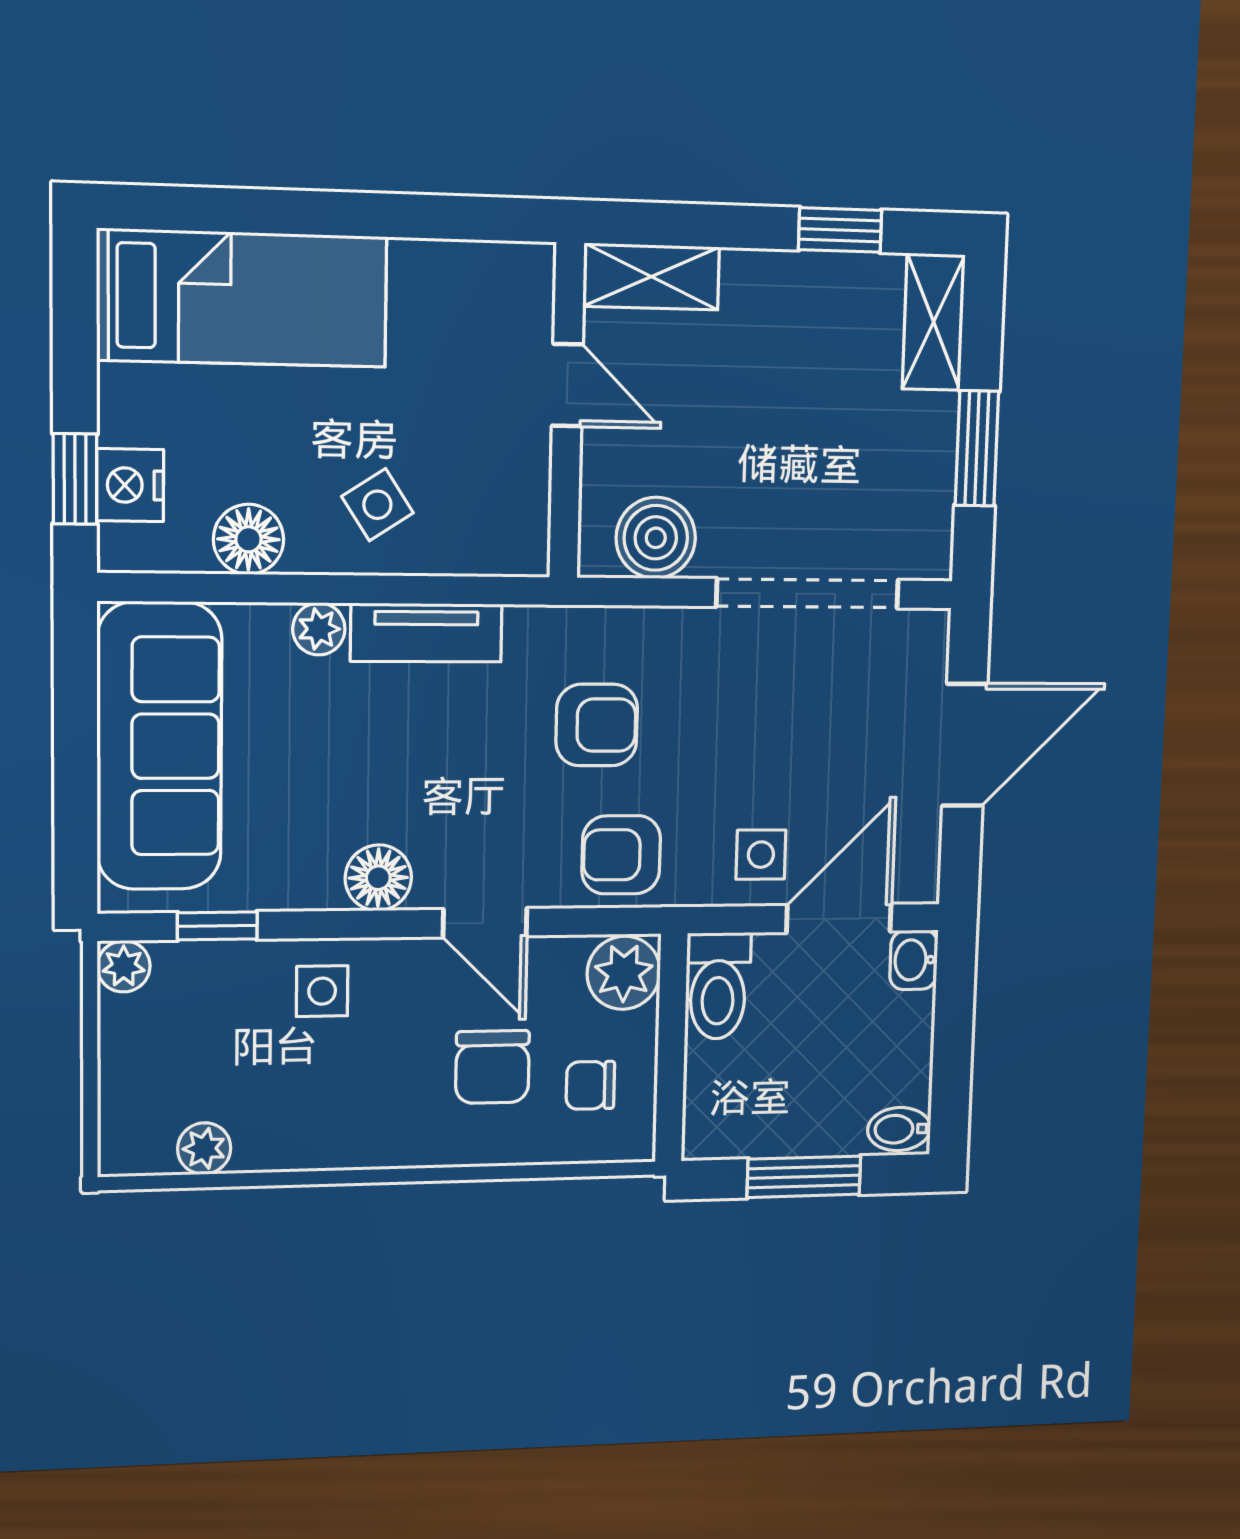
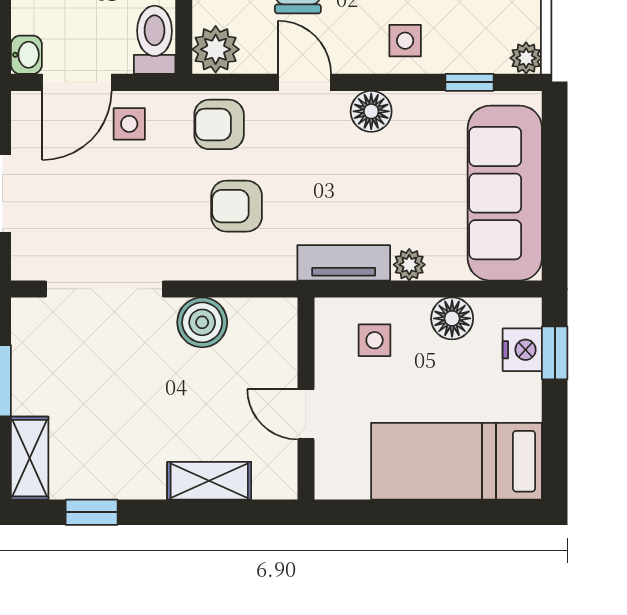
door: (567, 385) -> (306, 414), moved
wall: (567, 411) -> (306, 399), moved
side table: (377, 505) -> (375, 340), turned 33
armchair: (621, 855) -> (219, 124), turned 180

